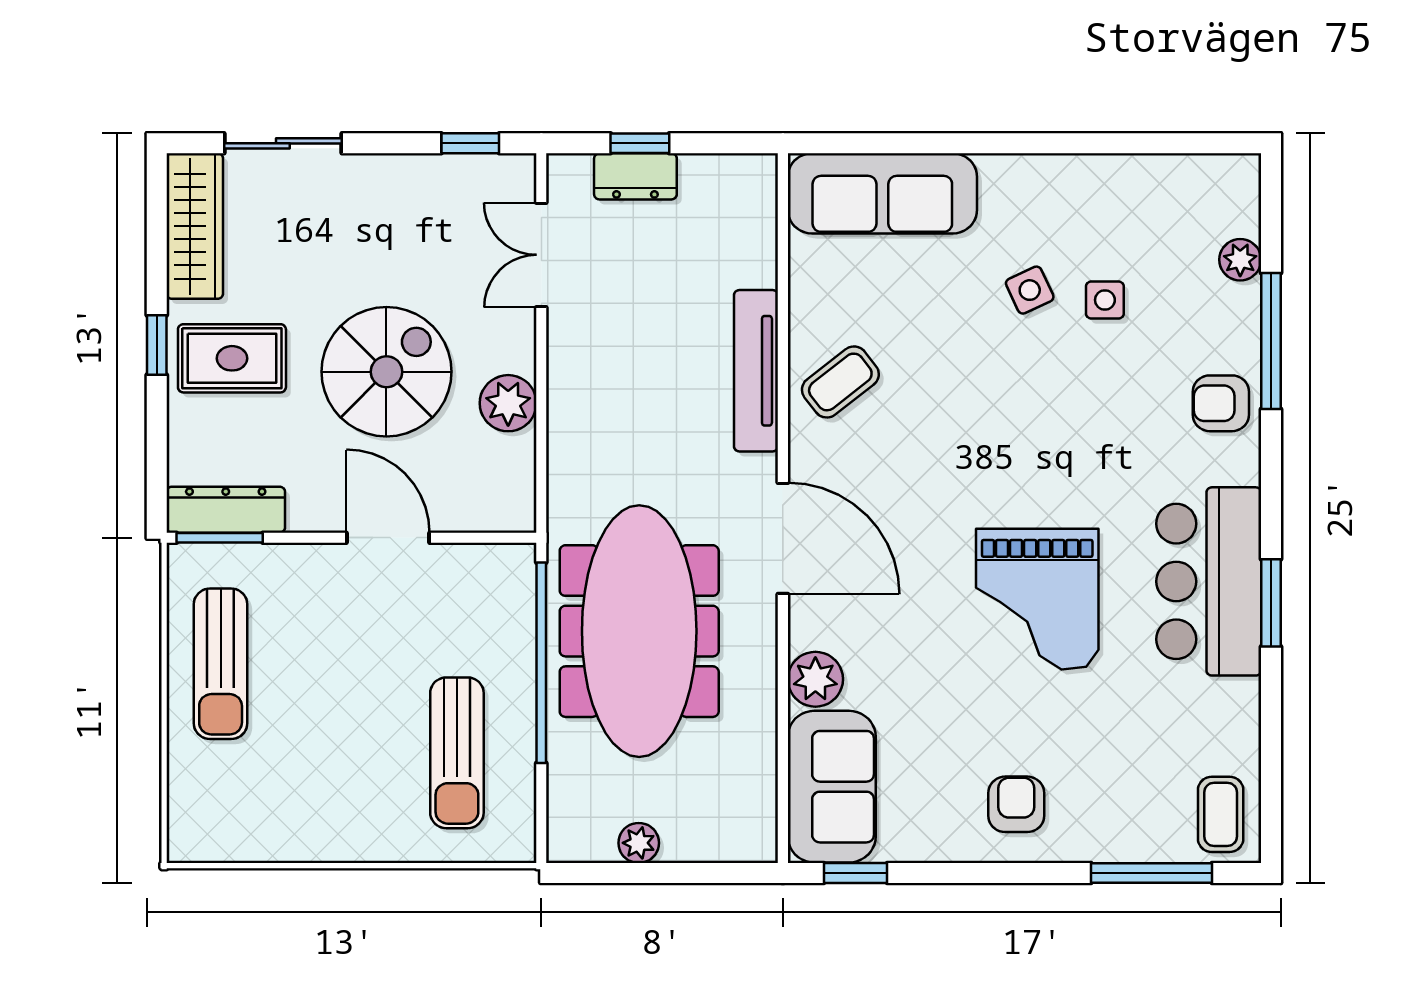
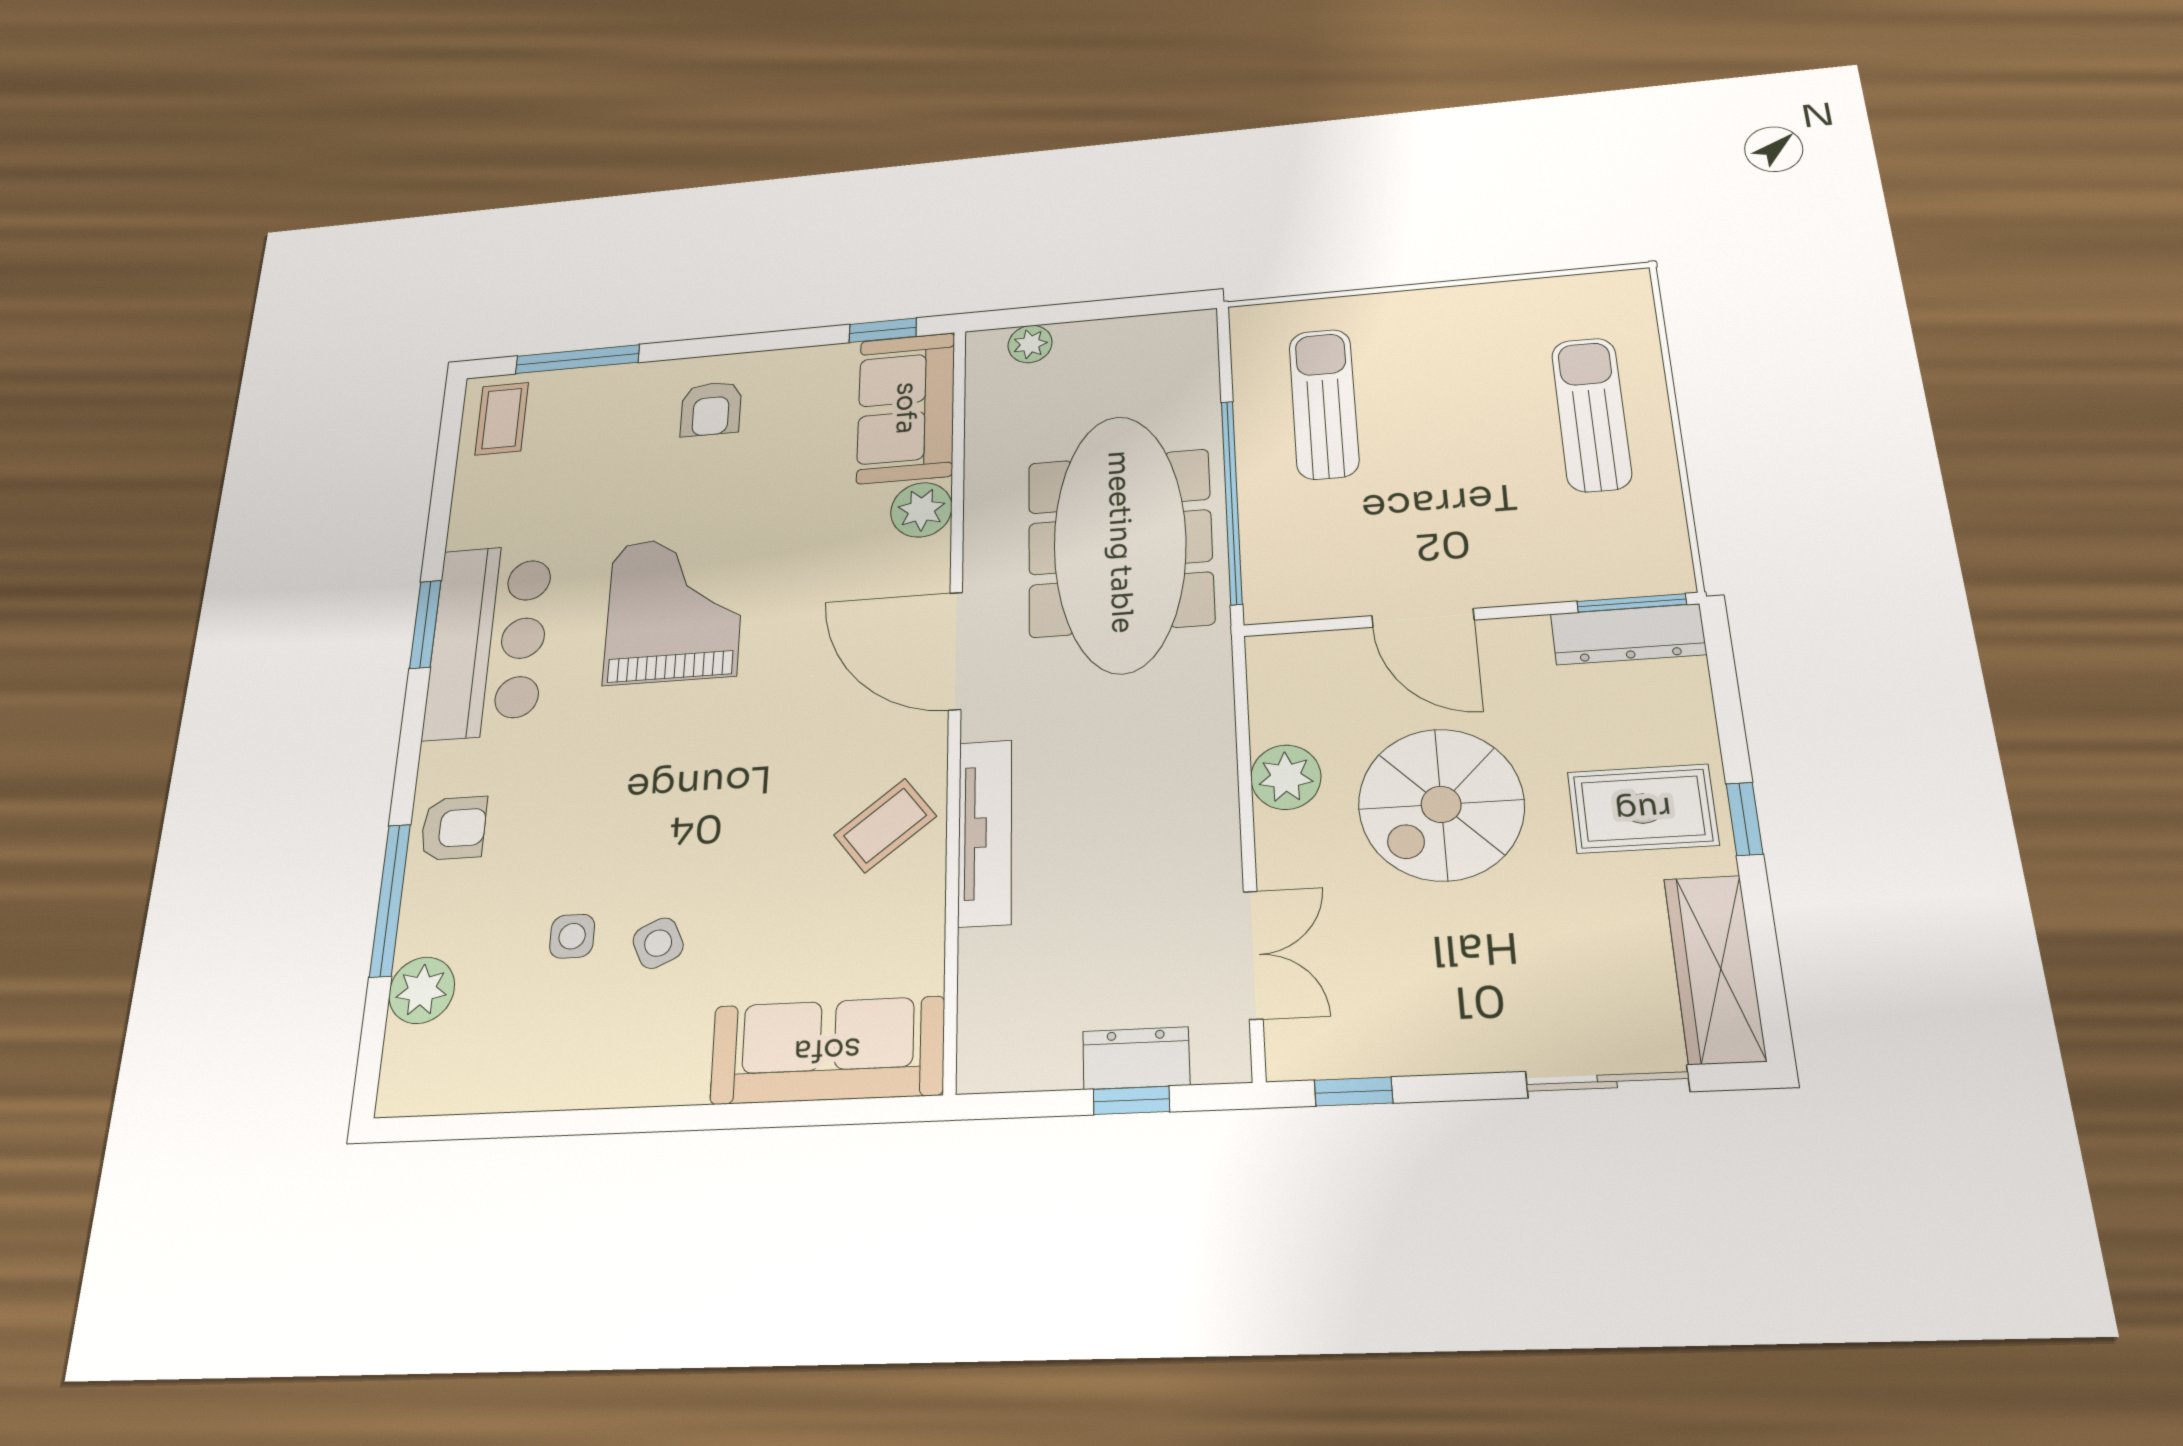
plant: (1240, 260) -> (422, 990), width x1.38, depth x1.38
sun lounger: (221, 664) -> (1591, 414), moved
plant: (639, 843) -> (1030, 344), moved

